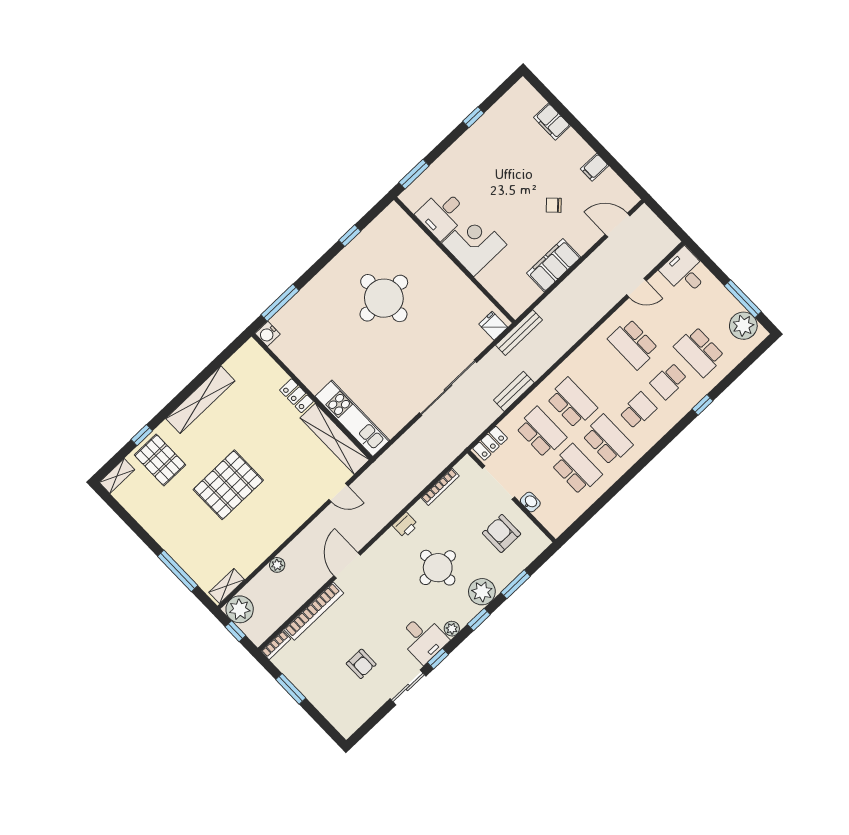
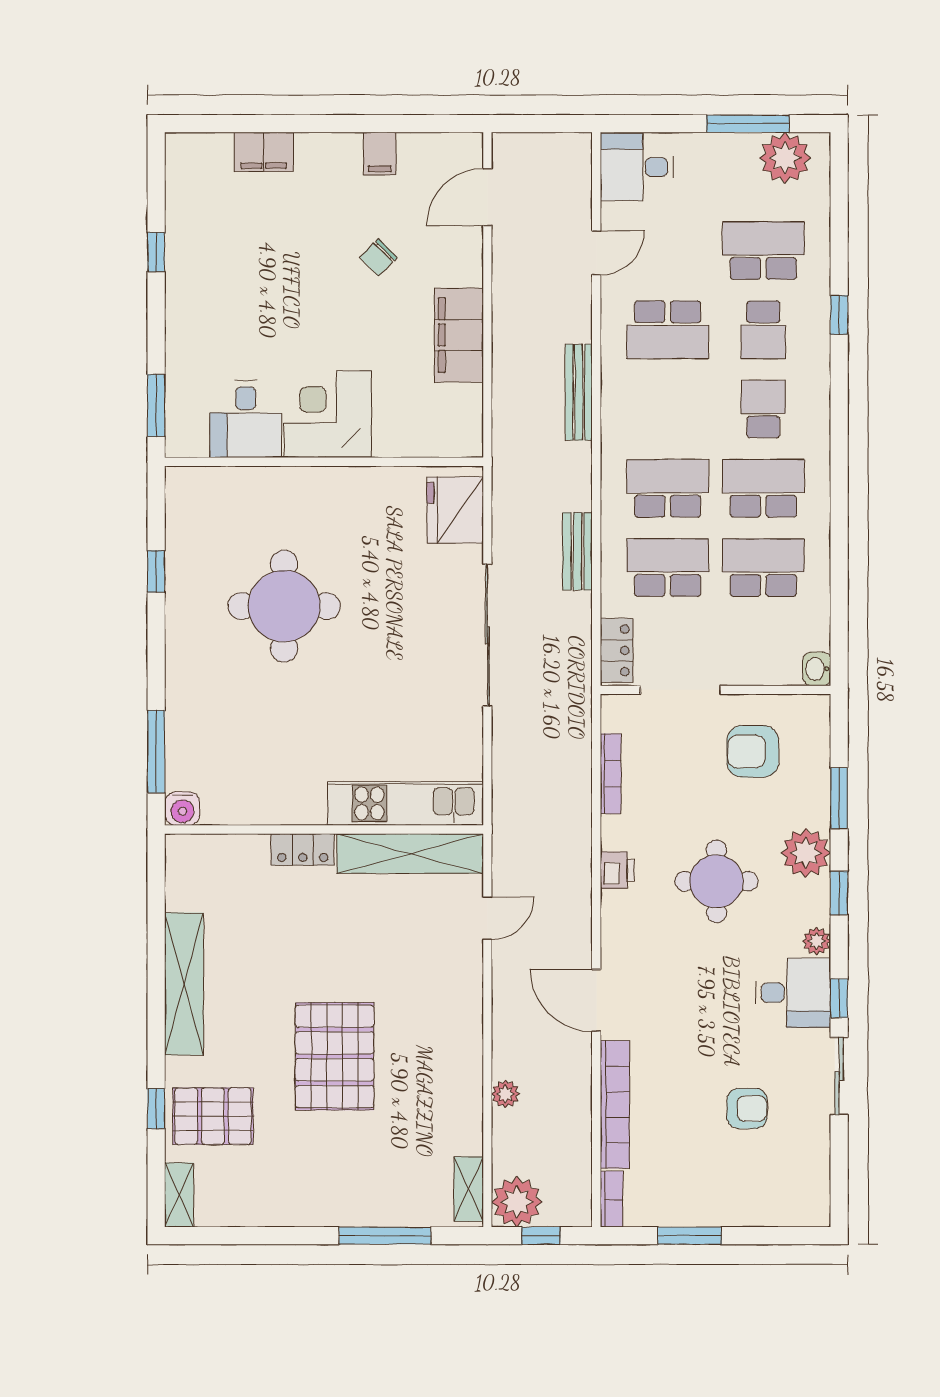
fridge: (493, 326) -> (455, 510), width x1.88, depth x1.34
bench: (519, 333) -> (579, 392), moved
school desk: (699, 352) -> (763, 250), turned 180
washbasin: (530, 502) -> (817, 669), moved, turned -90

